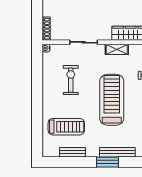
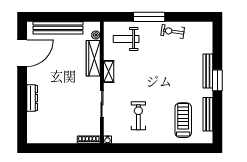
exercise bike: (71, 80) -> (138, 116), turned 90
treadmill: (112, 100) -> (157, 76), removed
bench: (72, 152) -> (208, 114), width x1.36

